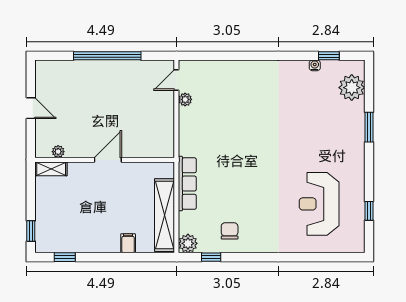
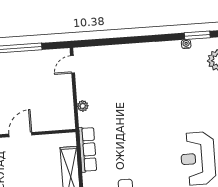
window: (329, 56) -> (197, 35), width x1.50
plant: (185, 99) -> (83, 106), moved

